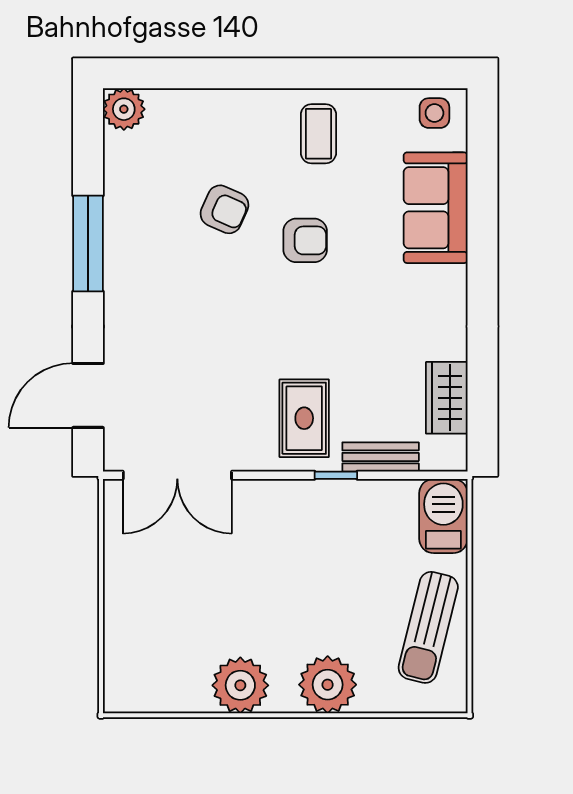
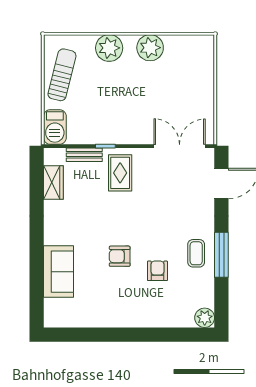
side table: (434, 113) -> (59, 316), removed
coffee table: (318, 134) -> (196, 253), moved
armchair: (224, 209) -> (157, 271), turned 66

